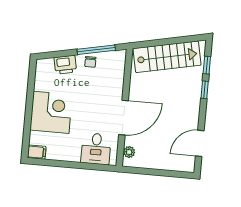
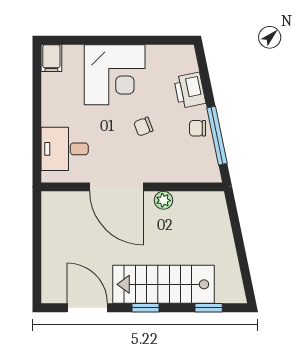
stairs: (167, 57) -> (163, 284), moved, turned 102
window: (205, 90) -> (145, 308), moved
chair: (86, 97) -> (143, 127), added
plant: (129, 152) -> (163, 200), moved

